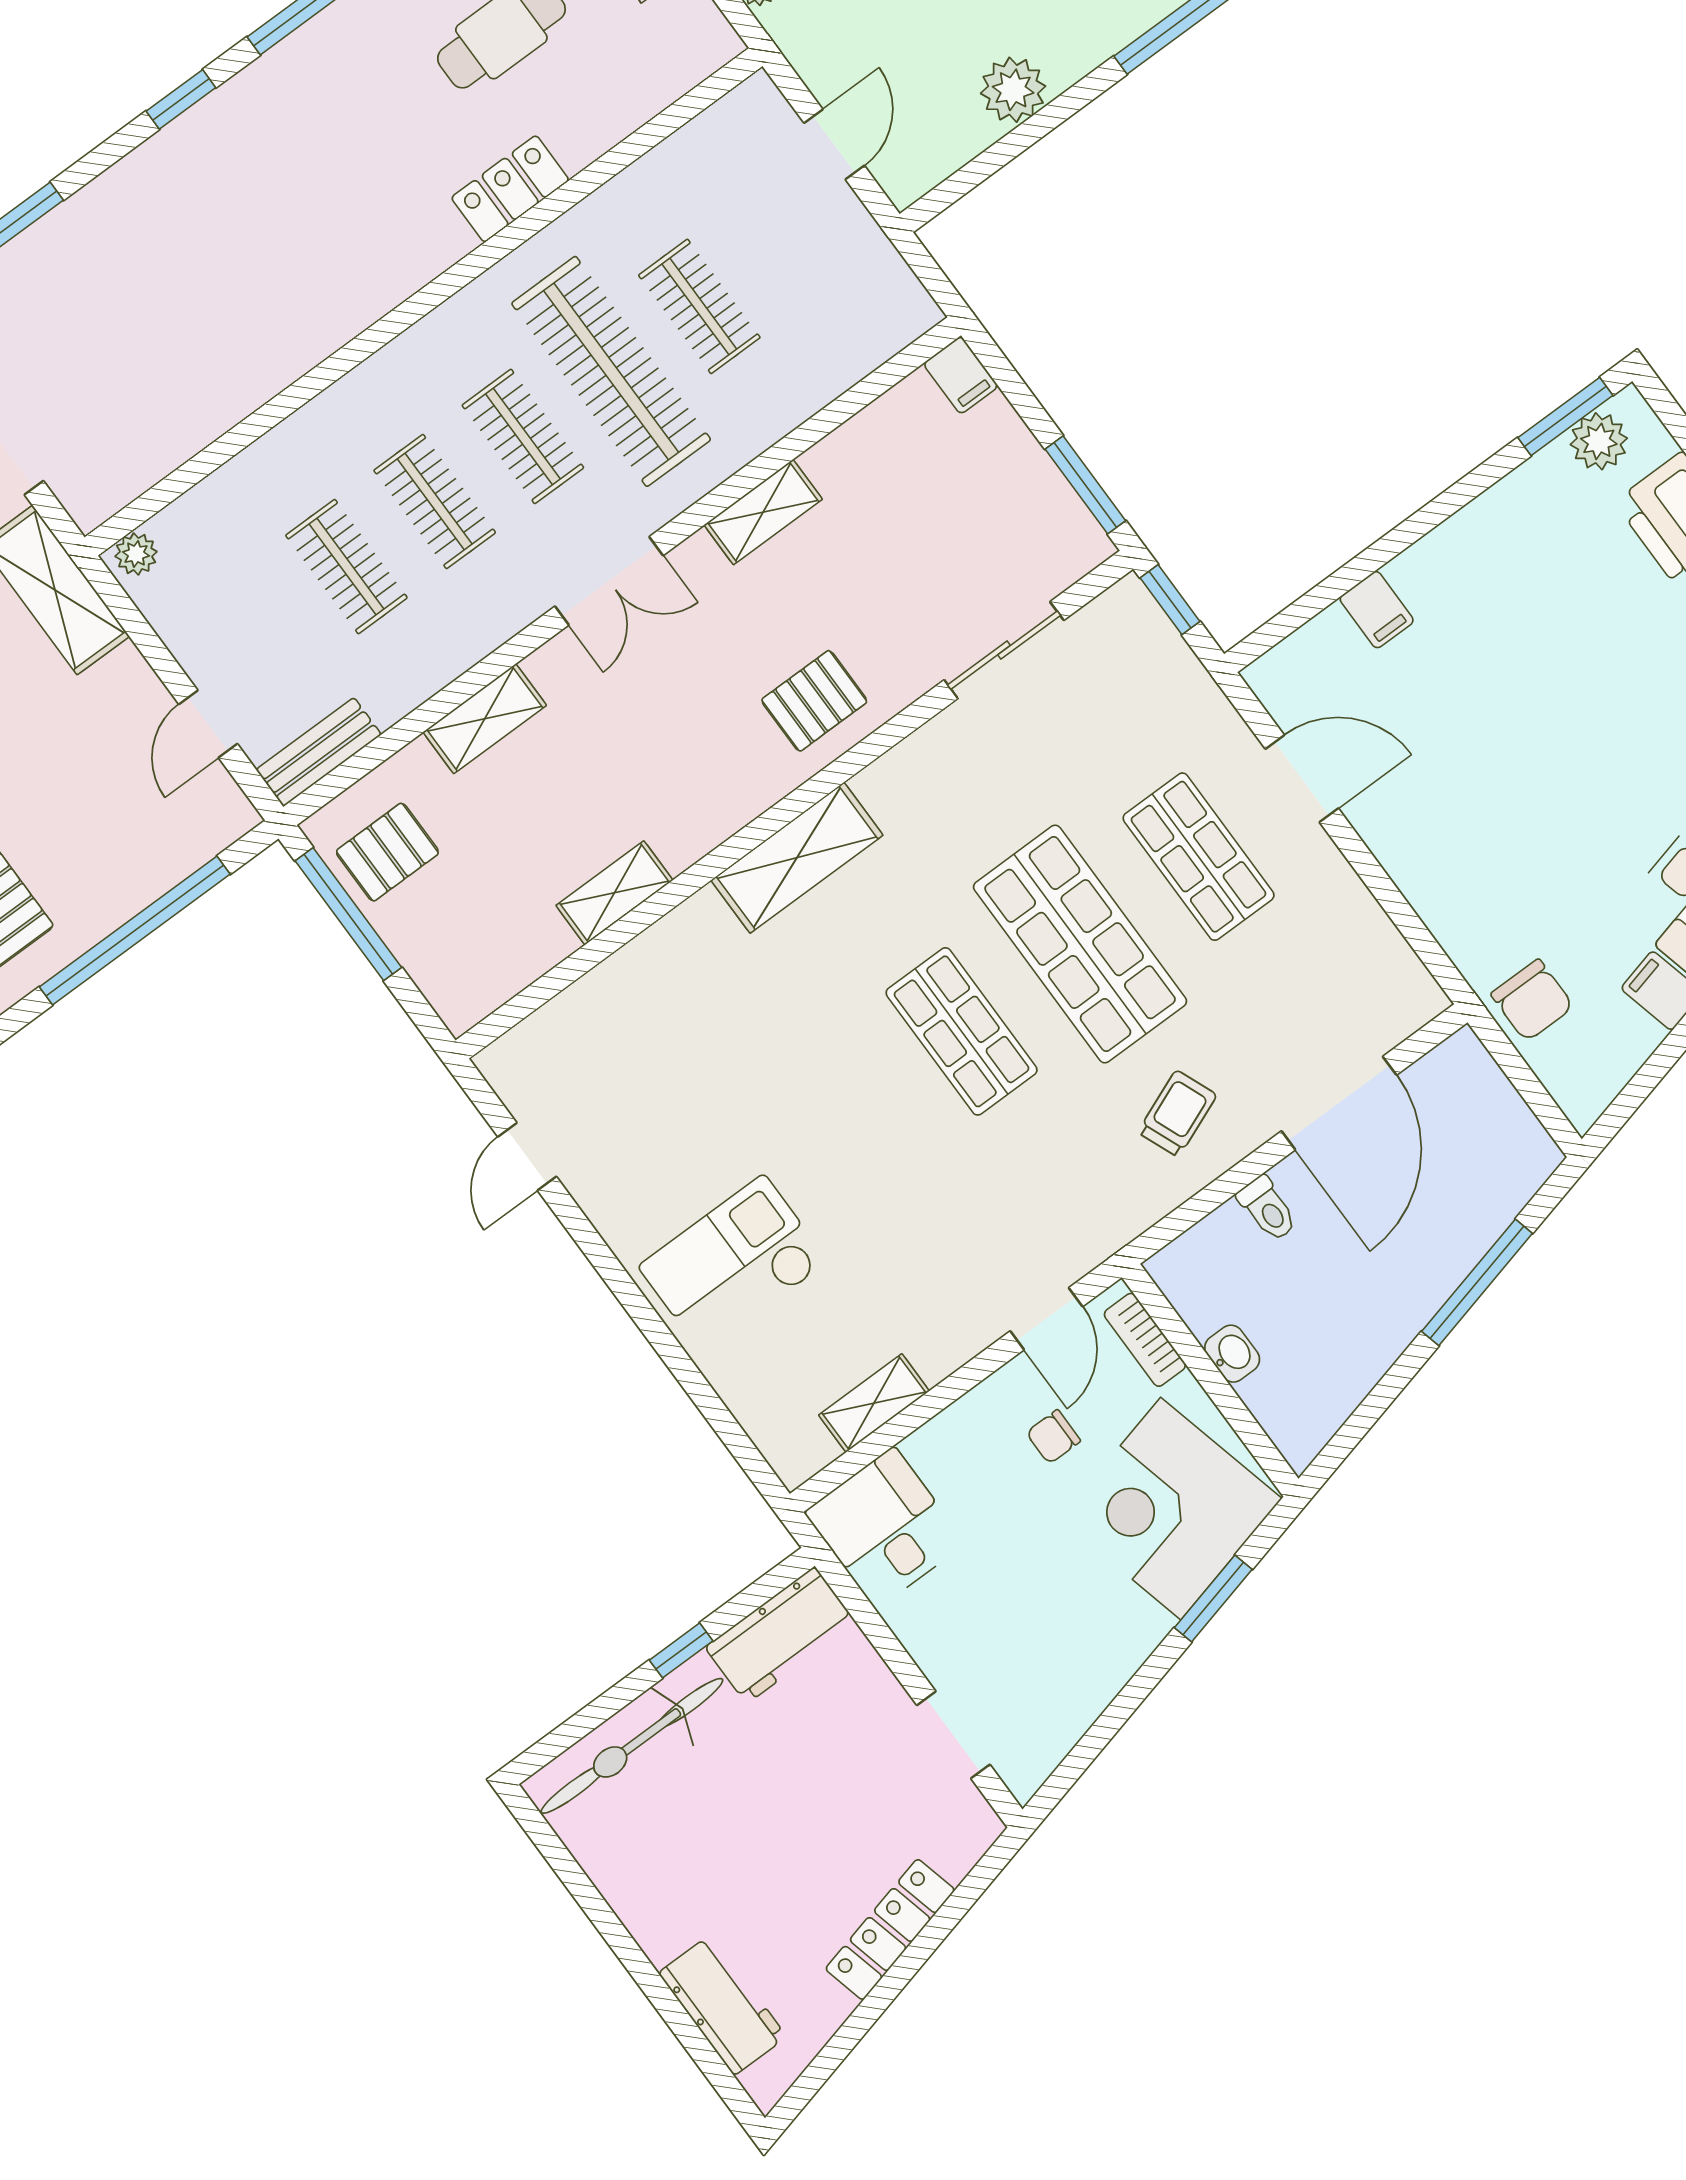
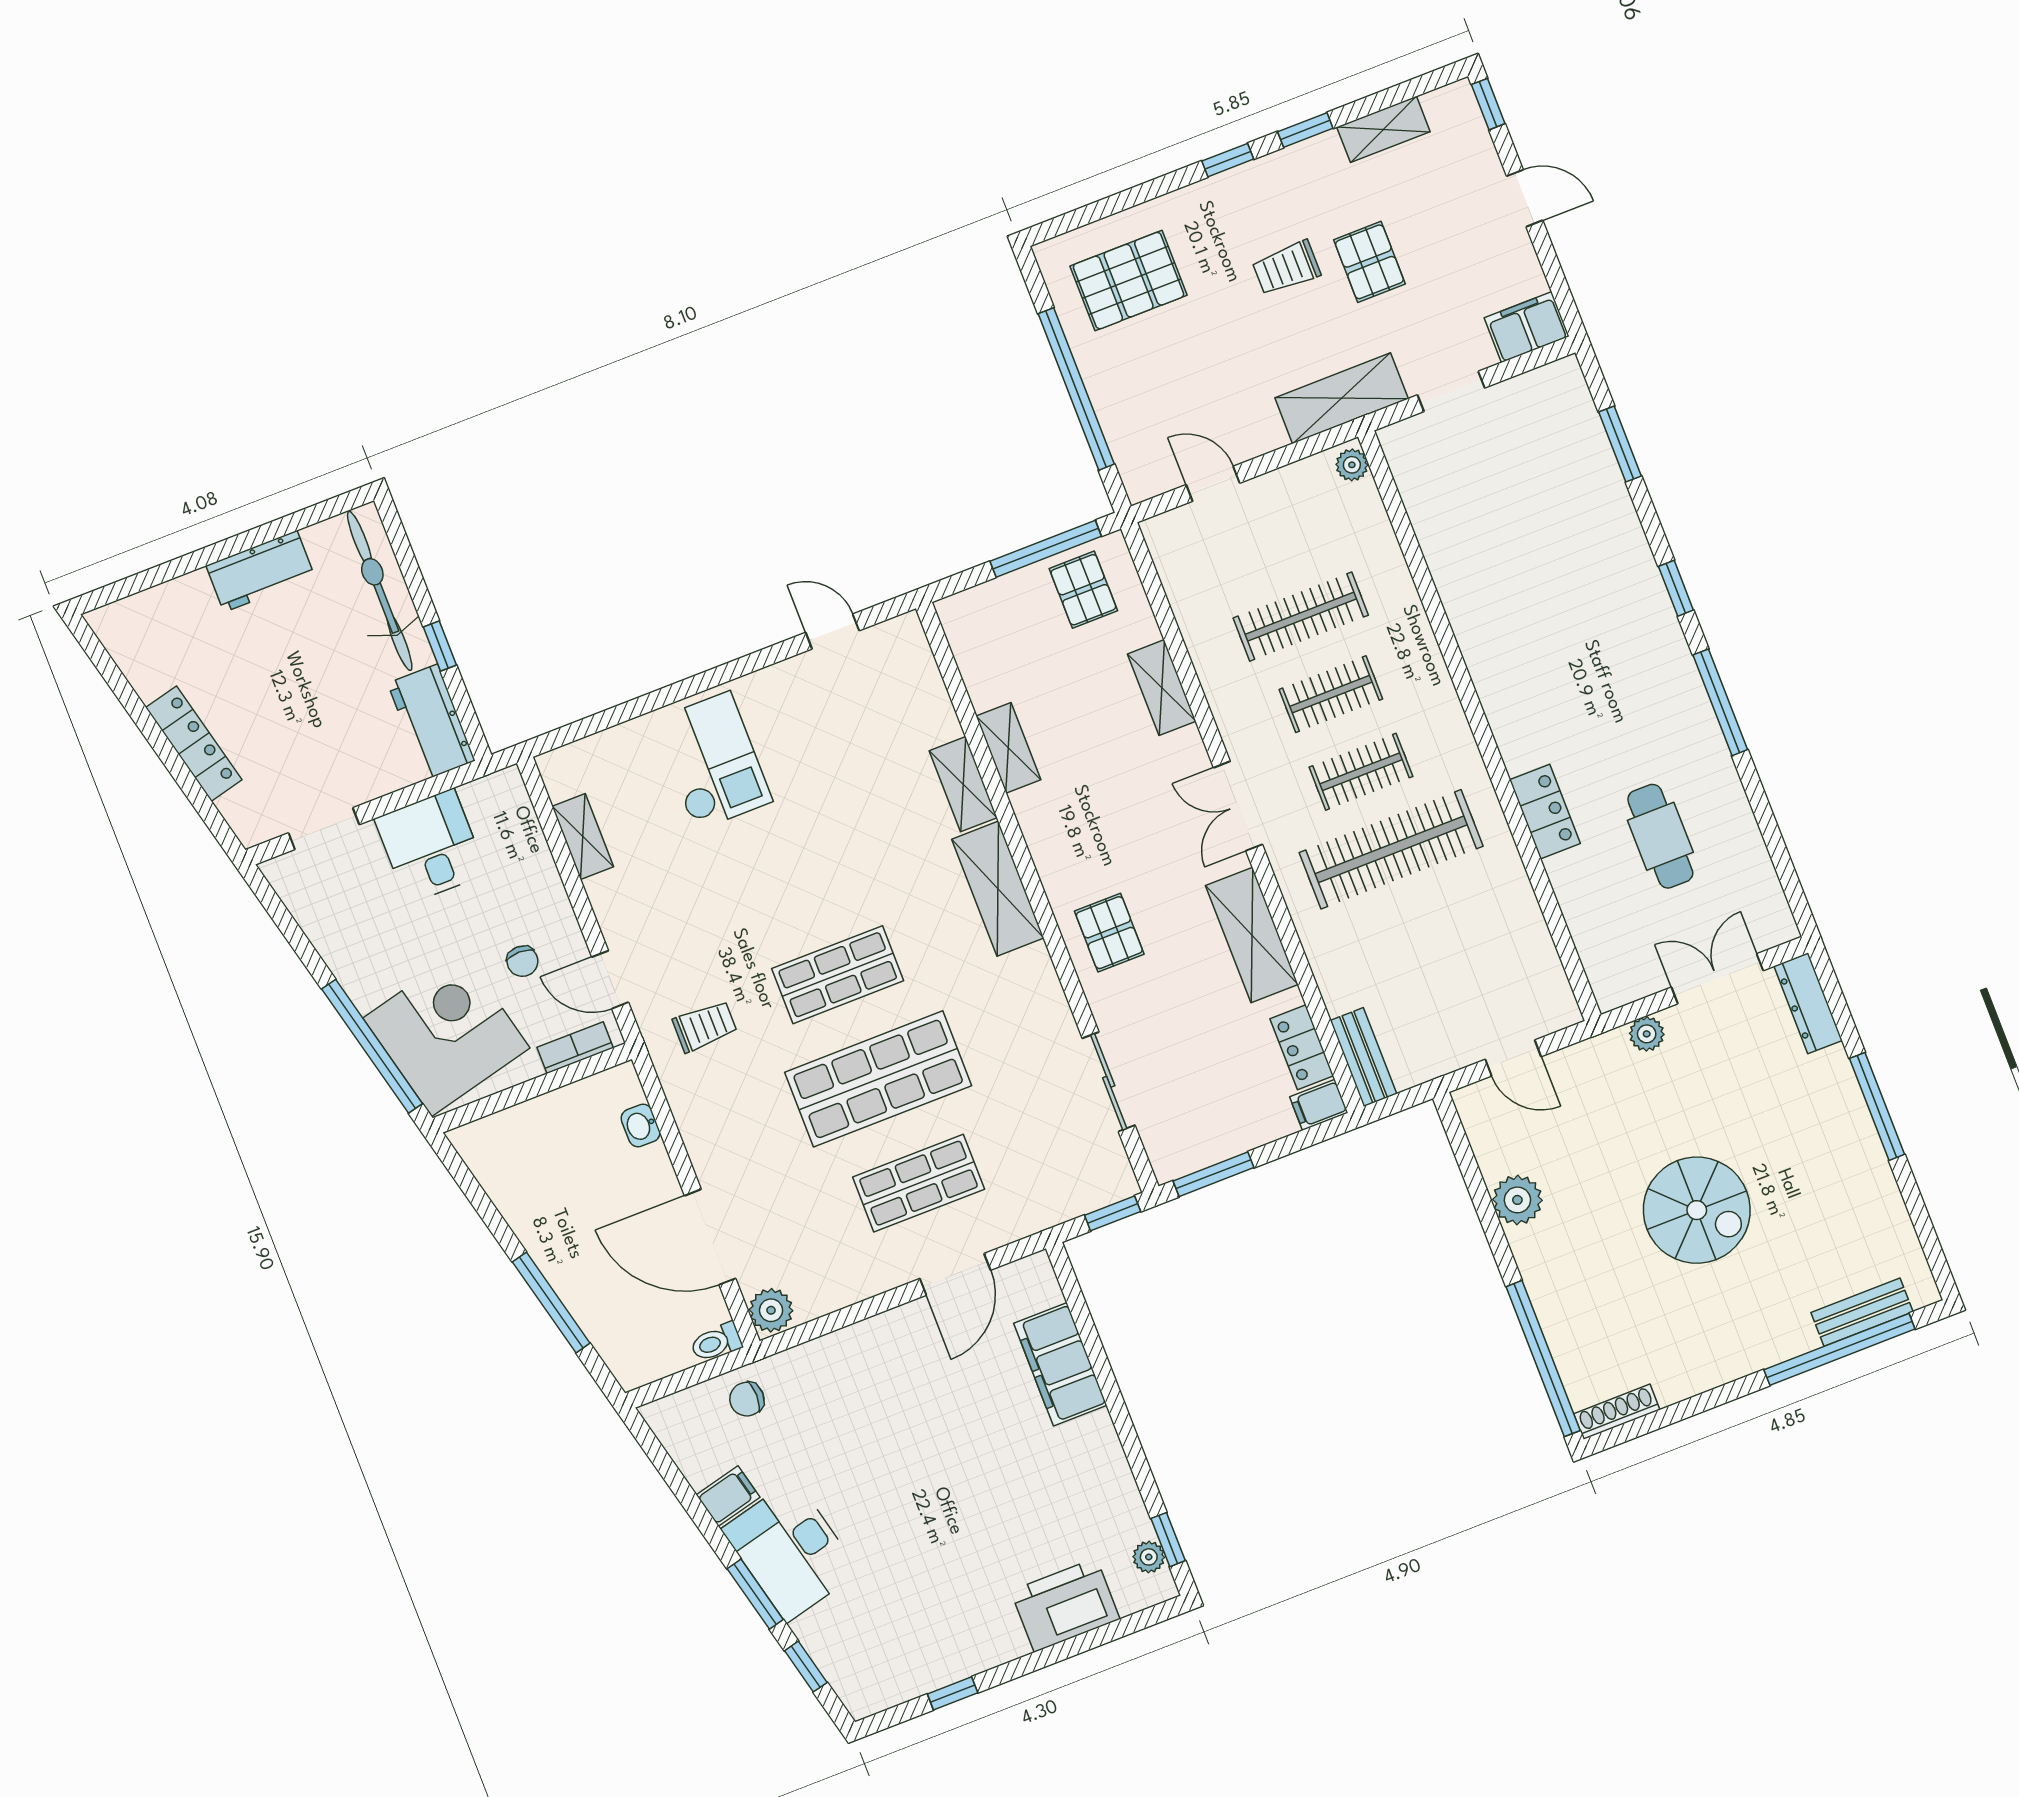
clothes rail: (699, 306) -> (1421, 927), removed
window: (1565, 416) -> (1168, 1540), width x0.67
locker: (893, 417) -> (1302, 1047), added
plant: (1599, 441) -> (1149, 1557), width x0.73, depth x0.73
shelving: (763, 512) -> (1252, 935), width x1.50, depth x1.33
clothes rail: (346, 567) -> (1301, 617), width x1.36
filing cabinet: (1377, 610) -> (1060, 1364), width x3.00, depth x1.17
bench: (319, 752) -> (1363, 1057), moved
shelving: (676, 938) -> (963, 784), added
plant: (1411, 1000) -> (771, 1310), added
chair: (1532, 1000) -> (747, 1399), width x0.73, depth x0.73
trolley: (1177, 1114) -> (705, 1026), moved, turned -68
toilet: (1268, 1209) -> (716, 1342), moved
washbasin: (1232, 1354) -> (641, 1126), moved, turned 90
chair: (1053, 1437) -> (522, 961), turned 180
desk: (885, 1528) -> (430, 846), moved, turned -90
window: (1213, 1599) -> (372, 1046), width x2.11
workbench: (722, 2005) -> (260, 571), moved

